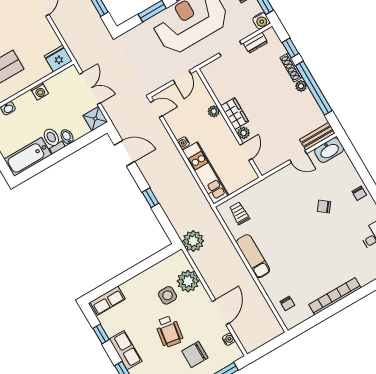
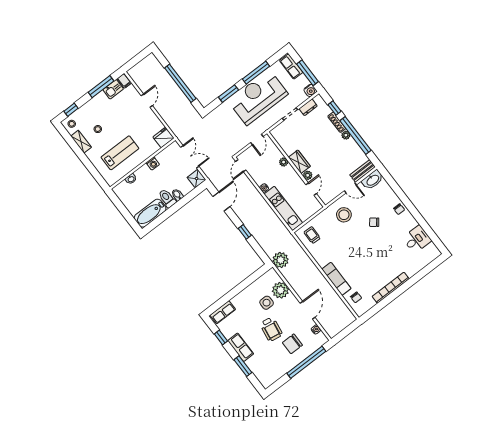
door: (156, 109) -> (241, 166), swing flipped
door: (124, 153) -> (221, 201), hinge flipped
stool: (285, 192) -> (344, 215), added
exam couch: (253, 256) -> (336, 279), moved

